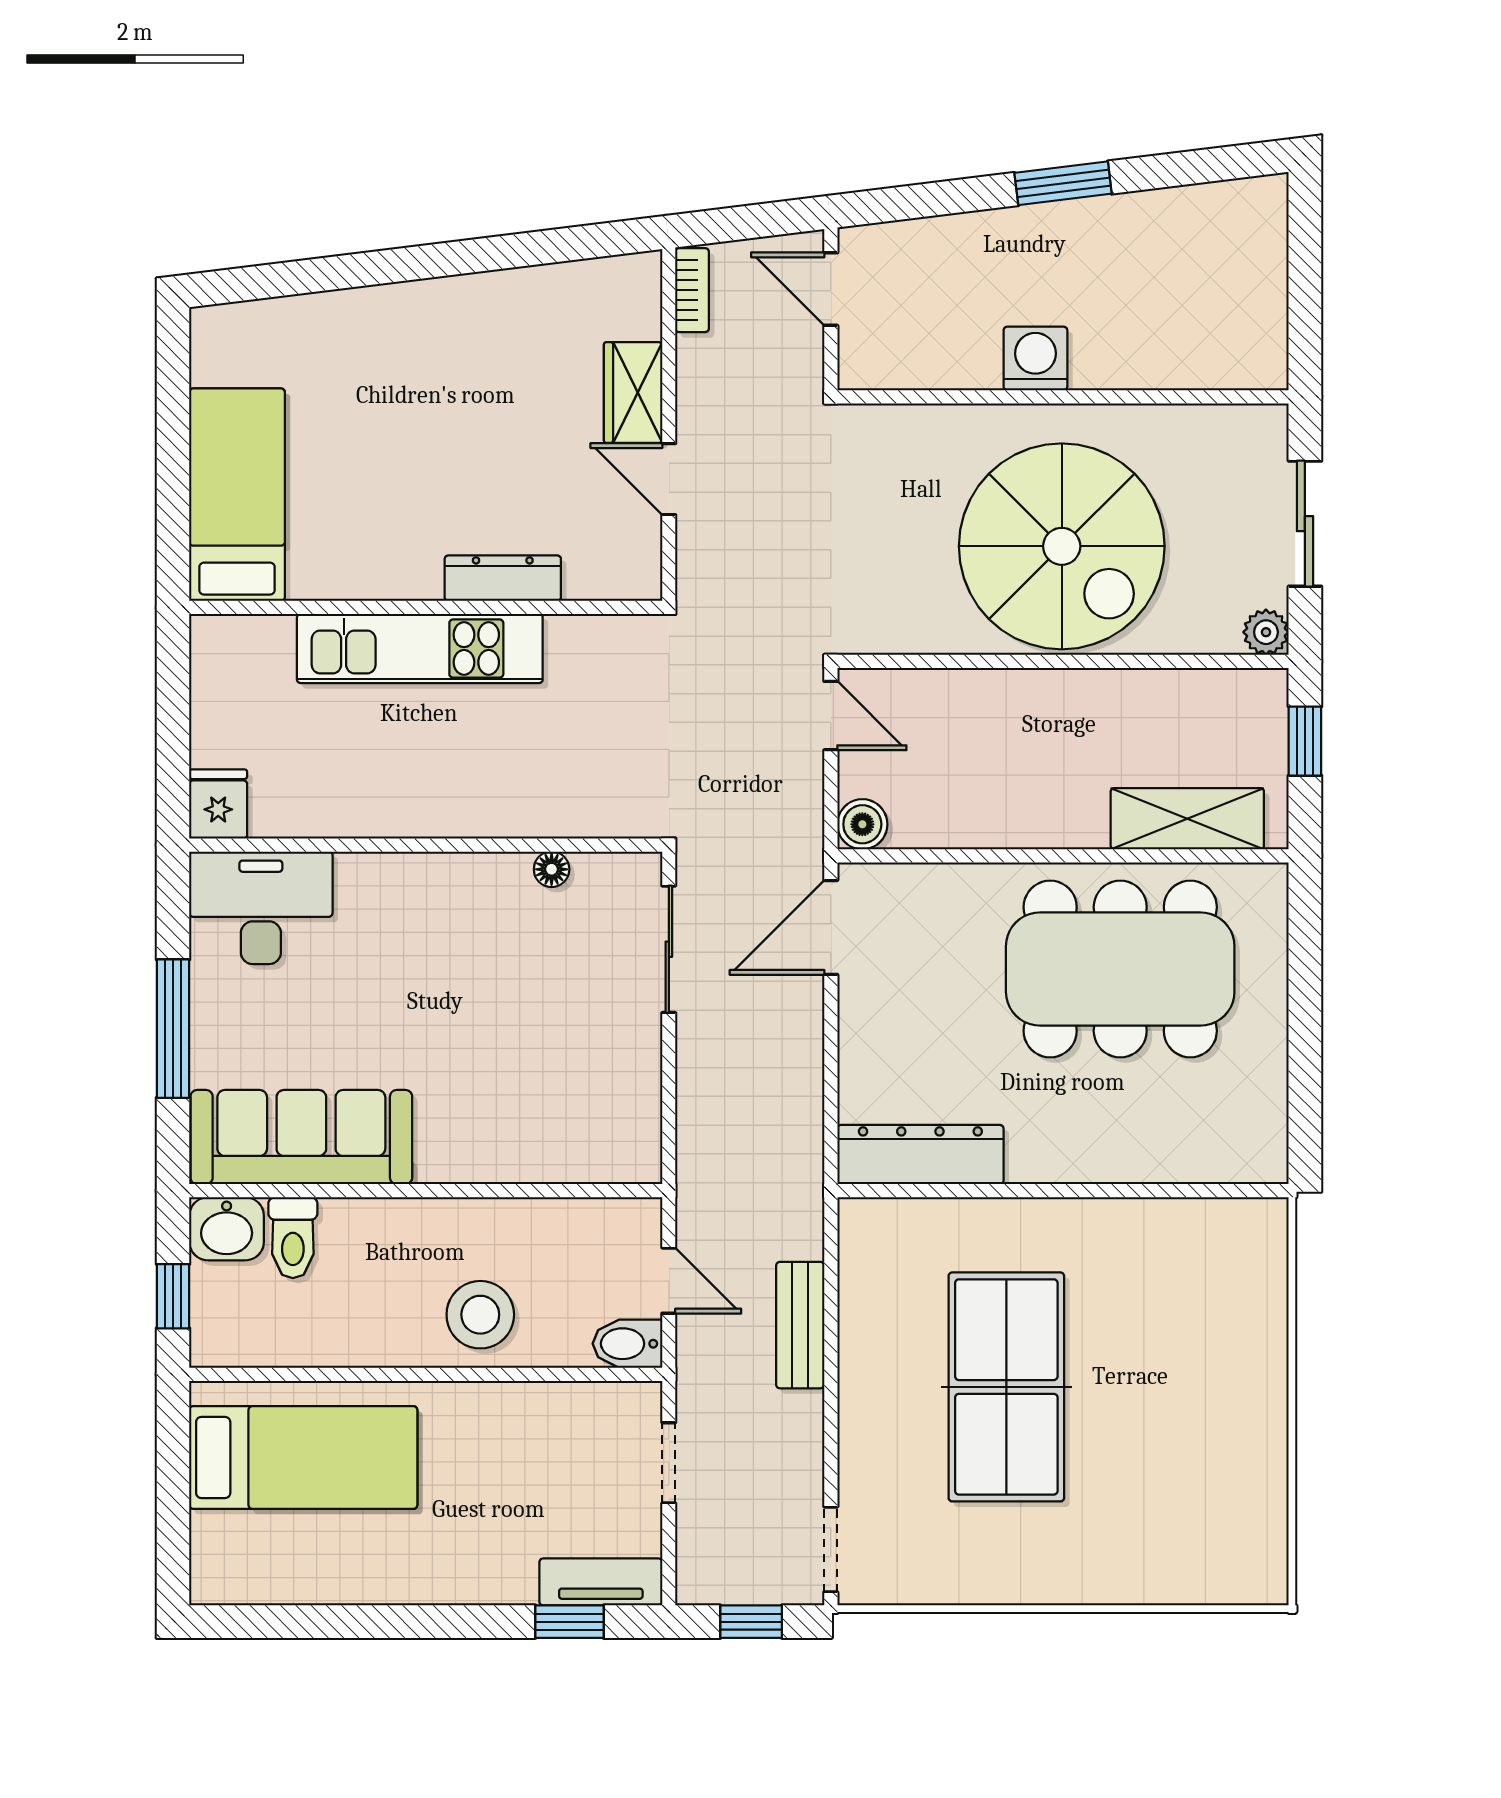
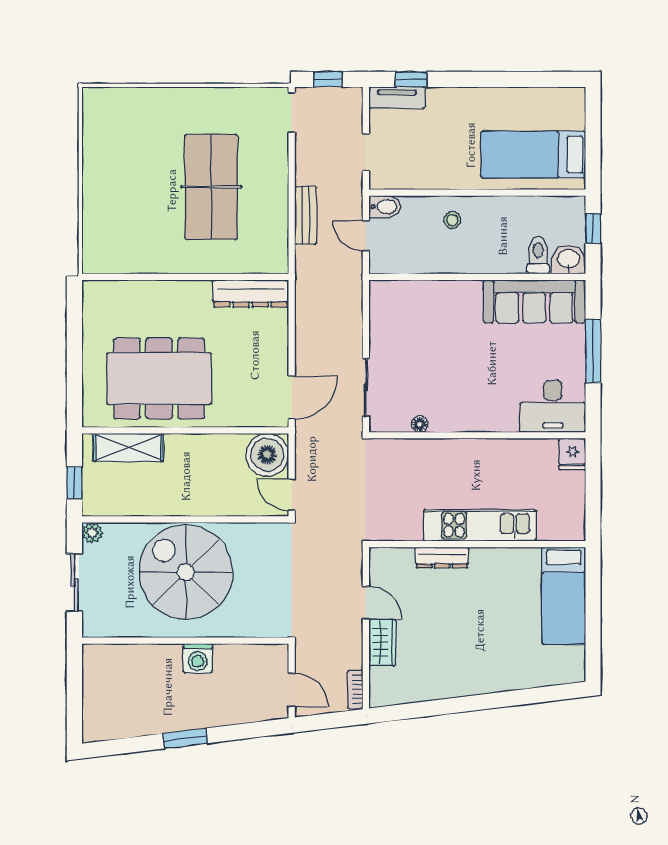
boiler: (862, 824) -> (267, 455), width x1.86, depth x1.86
stool: (480, 1315) -> (452, 220), width x0.53, depth x0.53

